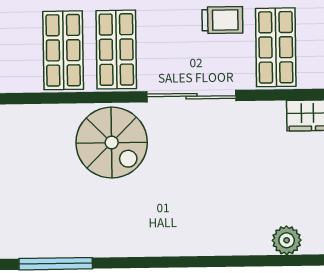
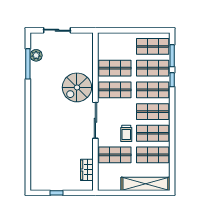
plant: (287, 240) -> (36, 55), moved

